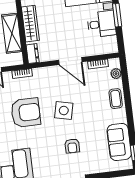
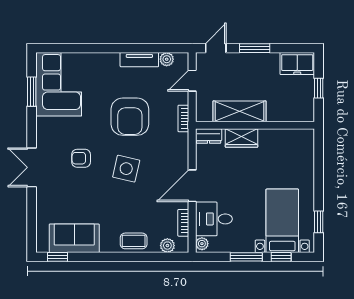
wardrobe: (30, 24) -> (241, 138), width x0.67
desk: (102, 24) -> (214, 219), moved, turned 90
plant: (111, 49) -> (202, 244), added
armchair: (72, 146) -> (81, 158), moved

